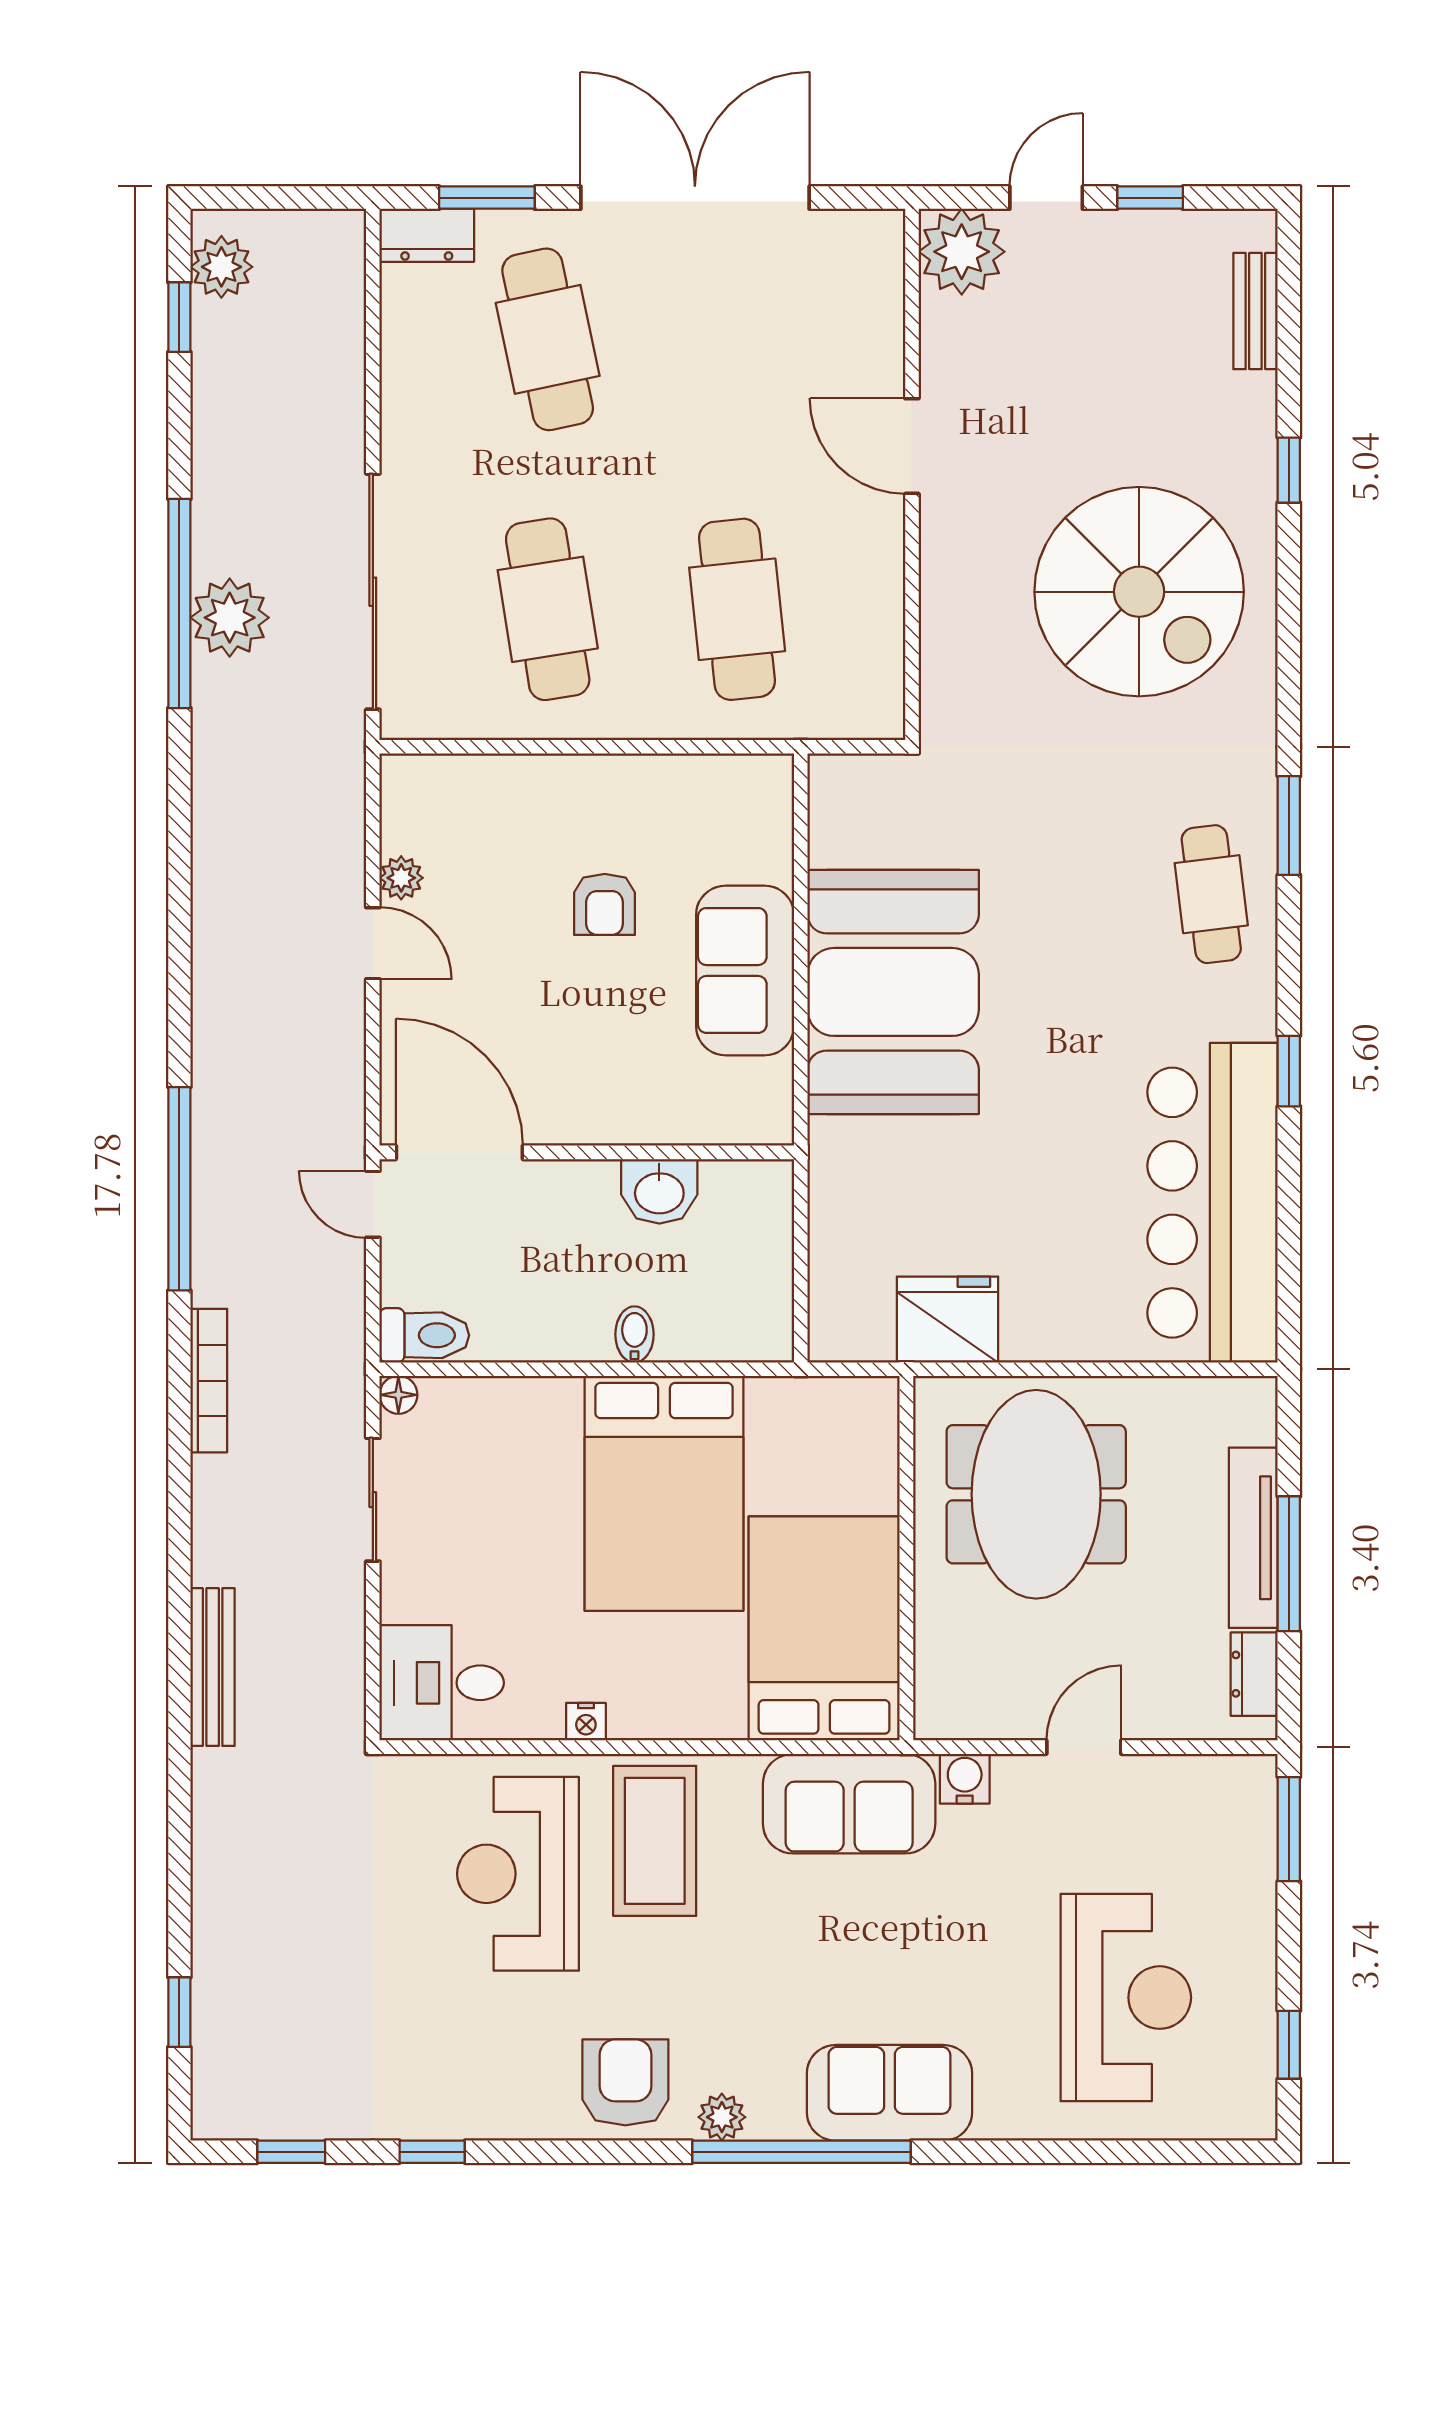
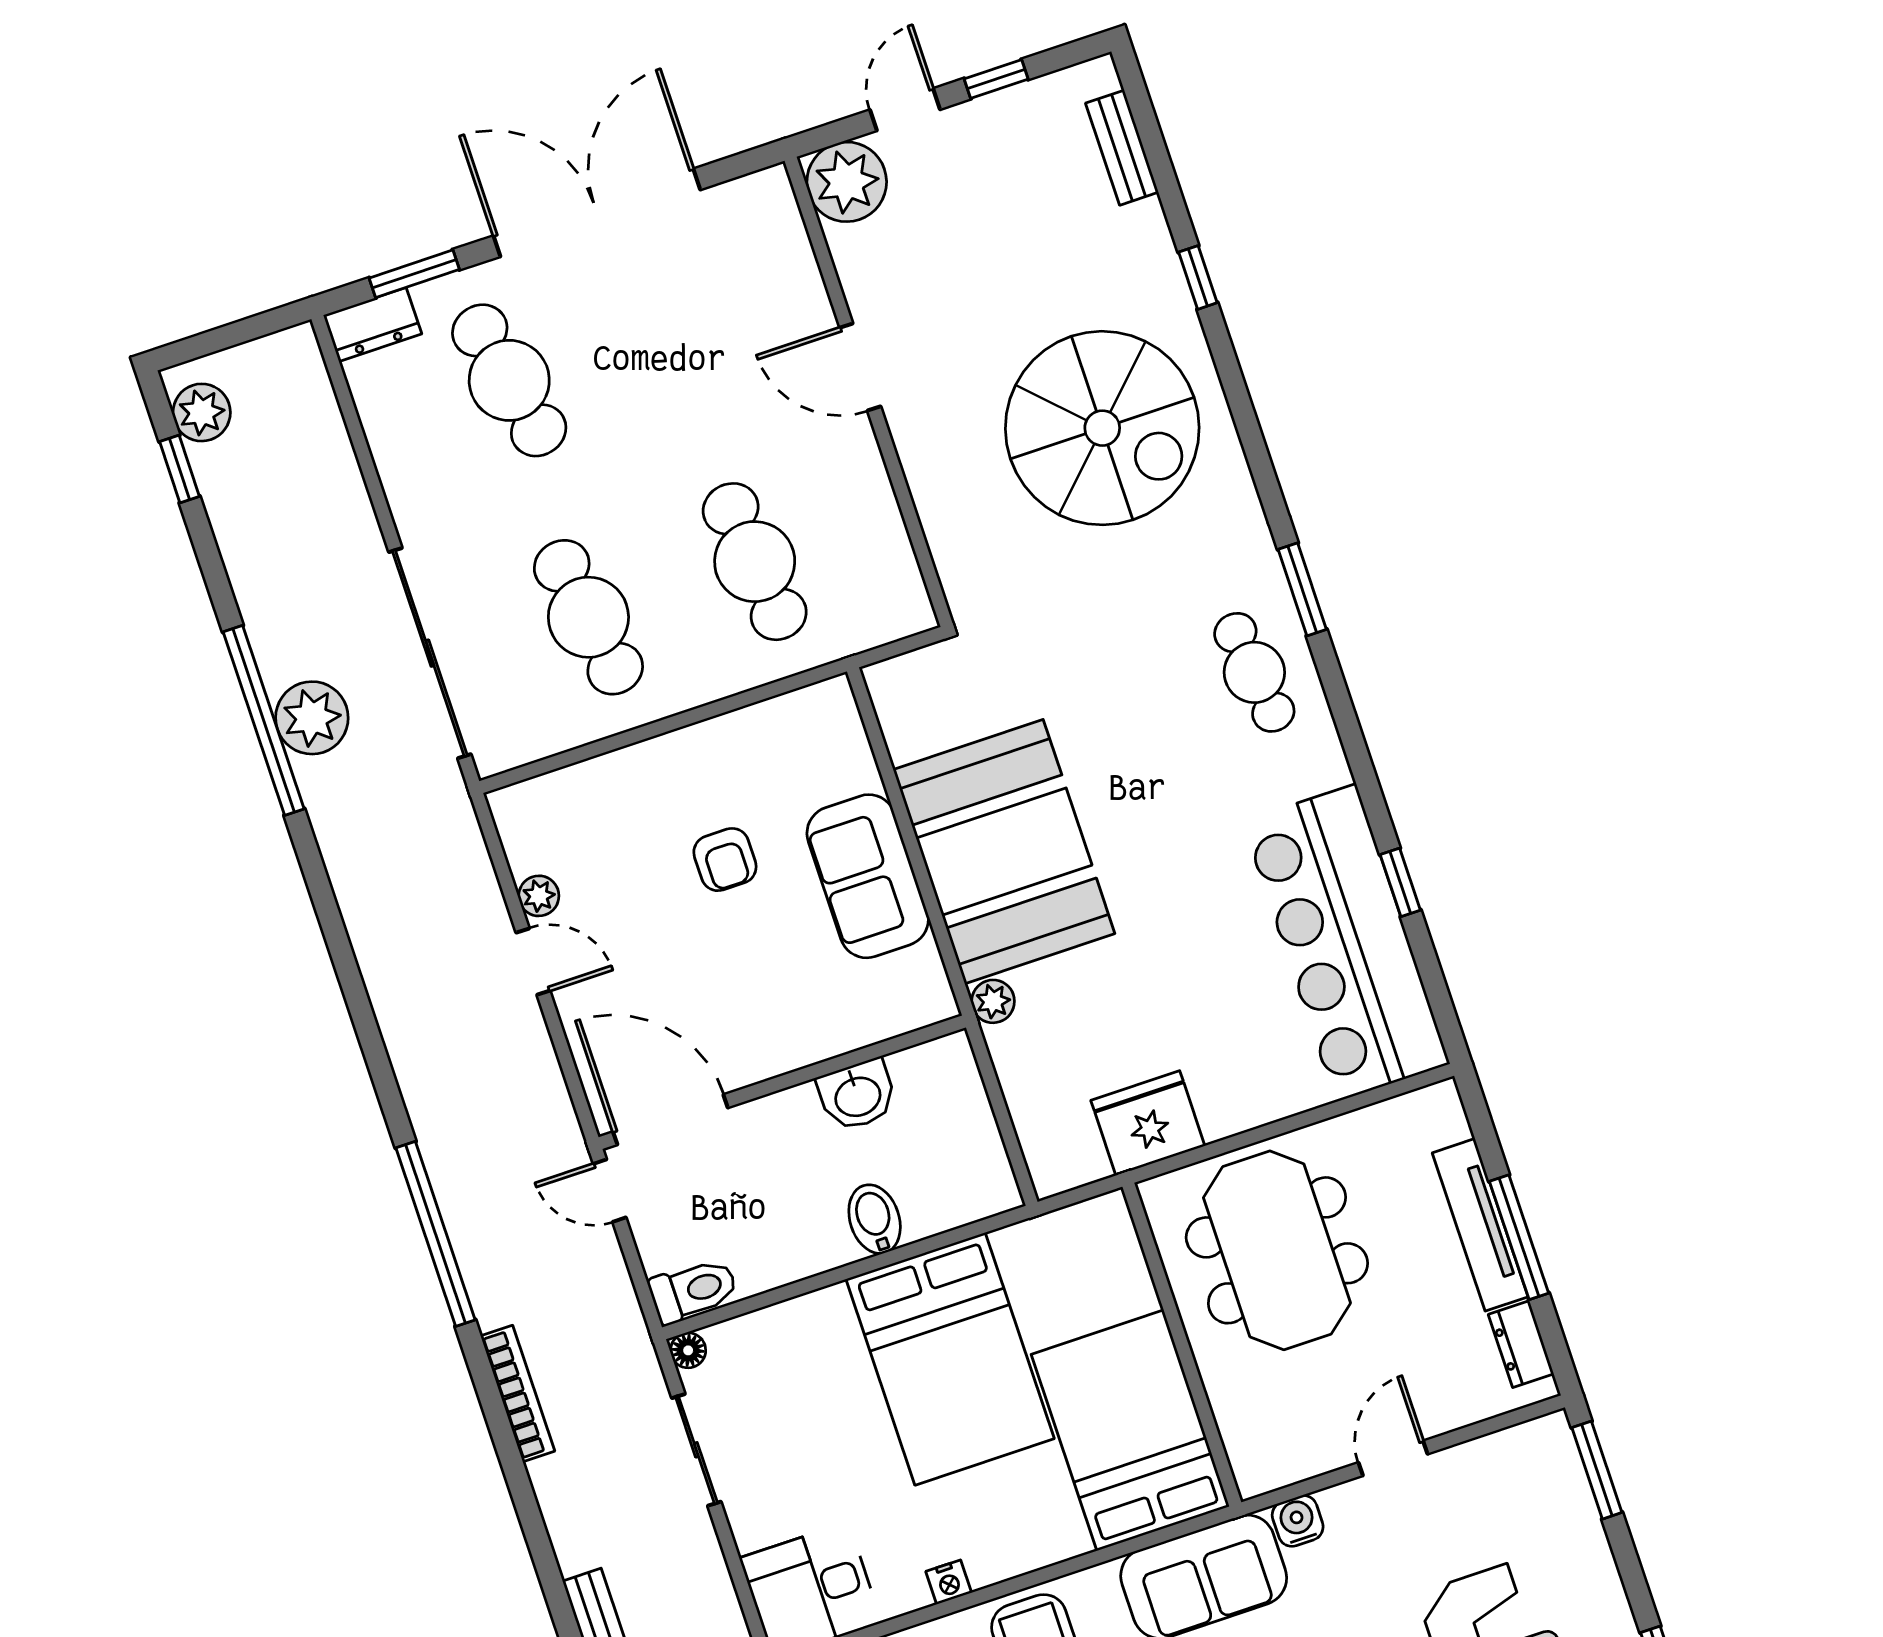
window: (1289, 1071) -> (1400, 882), moved
plant: (831, 1142) -> (993, 1001), added
bidet: (634, 1334) -> (875, 1219), width x1.38, depth x1.36

